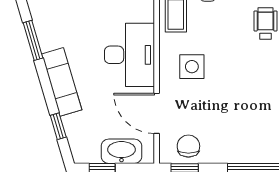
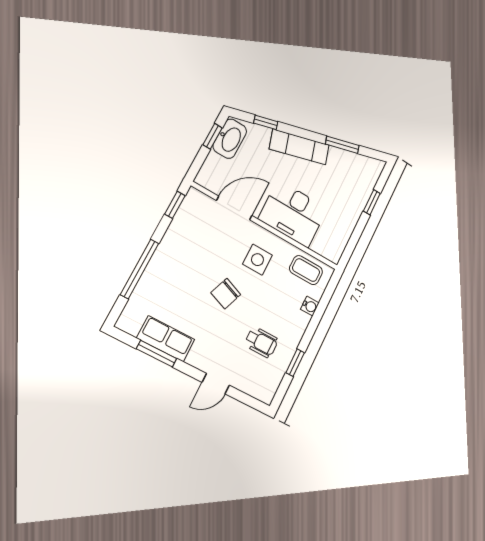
chair: (188, 146) -> (226, 294), moved, turned 111
washbasin: (121, 151) -> (230, 139), moved

